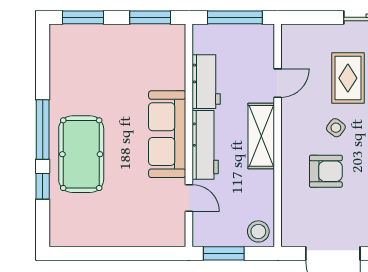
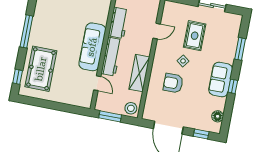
shelving: (261, 136) -> (139, 73), moved
pool table: (81, 154) -> (41, 69), moved
armchair: (326, 171) -> (173, 83), turned 180
window: (43, 186) -> (18, 77), moved

